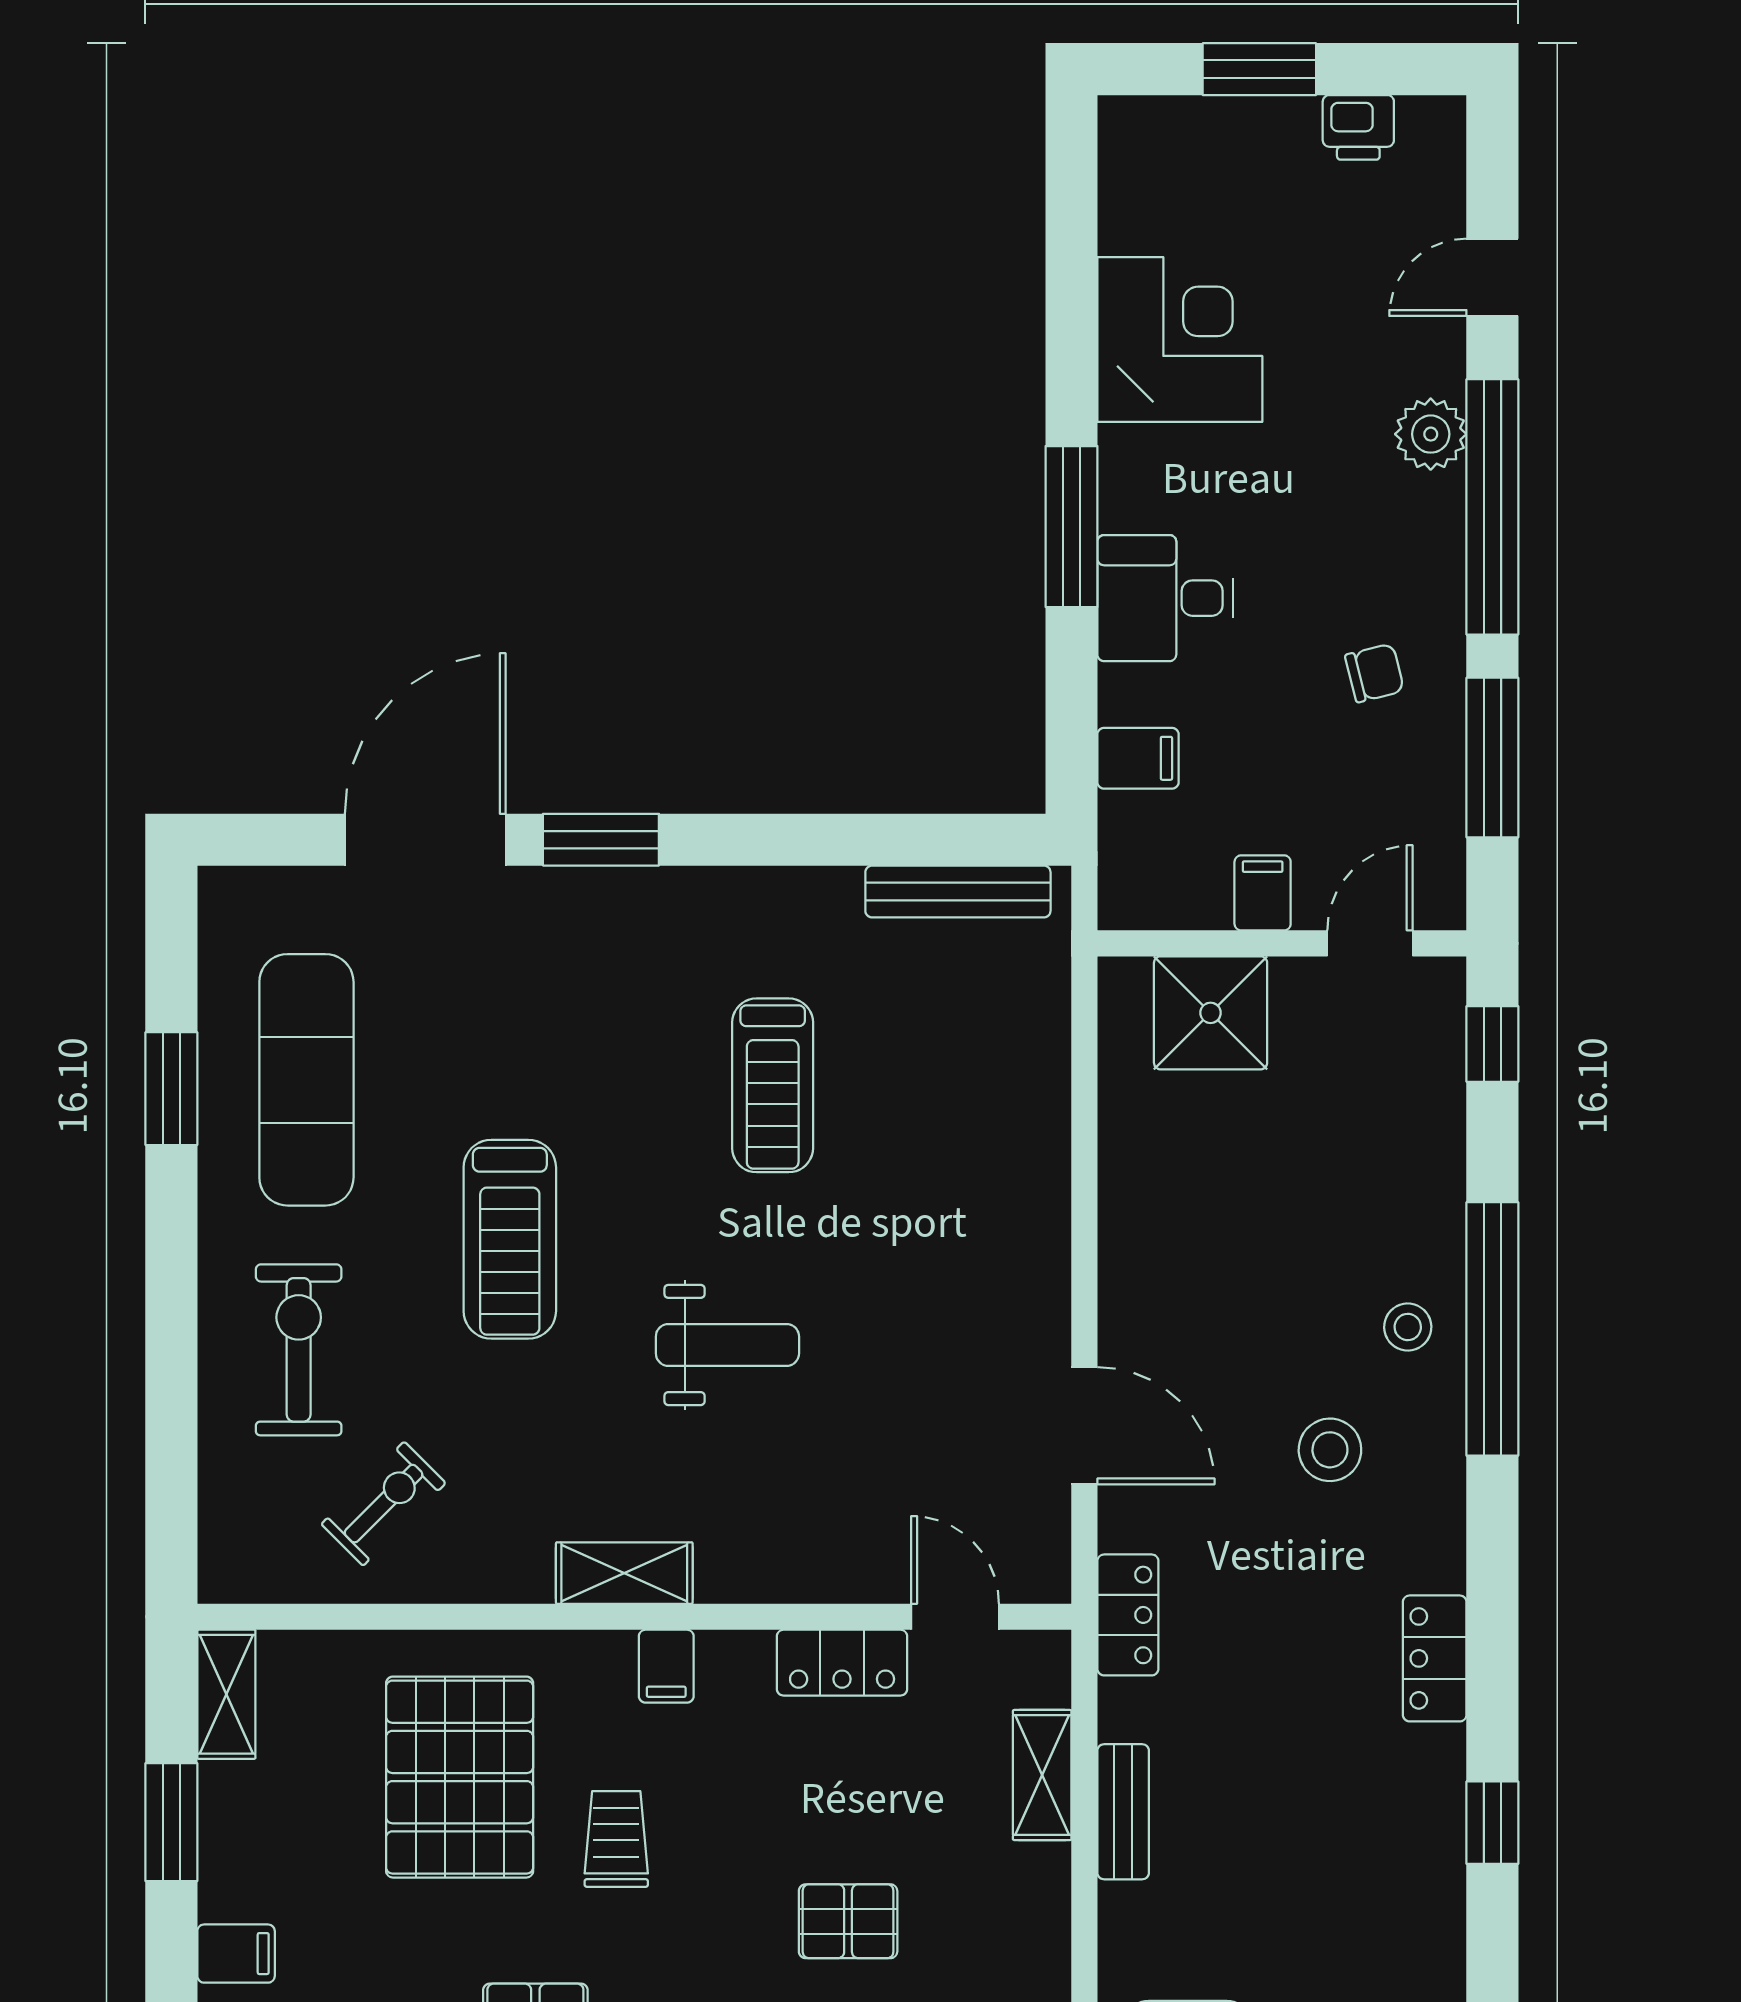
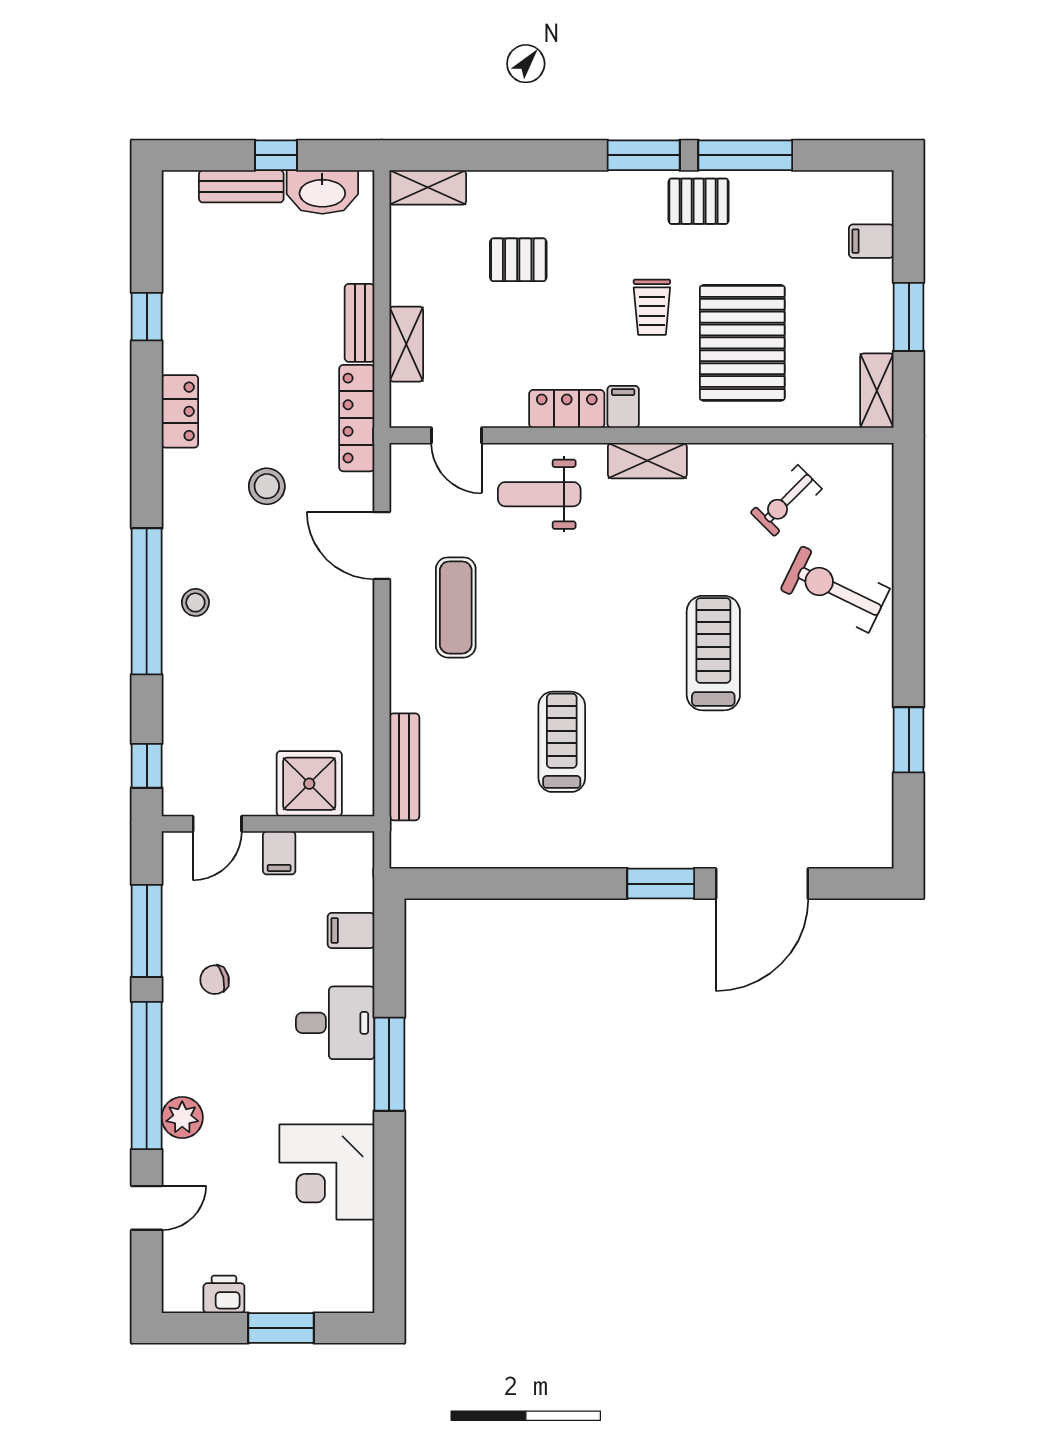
bench: (958, 892) -> (404, 767), moved, turned 90
exercise mat: (306, 1080) -> (456, 607), moved, width x0.73, depth x0.69
weight bench: (727, 1345) -> (539, 494), moved
exercise bike: (299, 1350) -> (835, 589), turned 116
stool: (1330, 1450) -> (267, 486), moved
locker: (1128, 1615) -> (357, 418), width x1.53
locker: (842, 1663) -> (567, 409), moved

